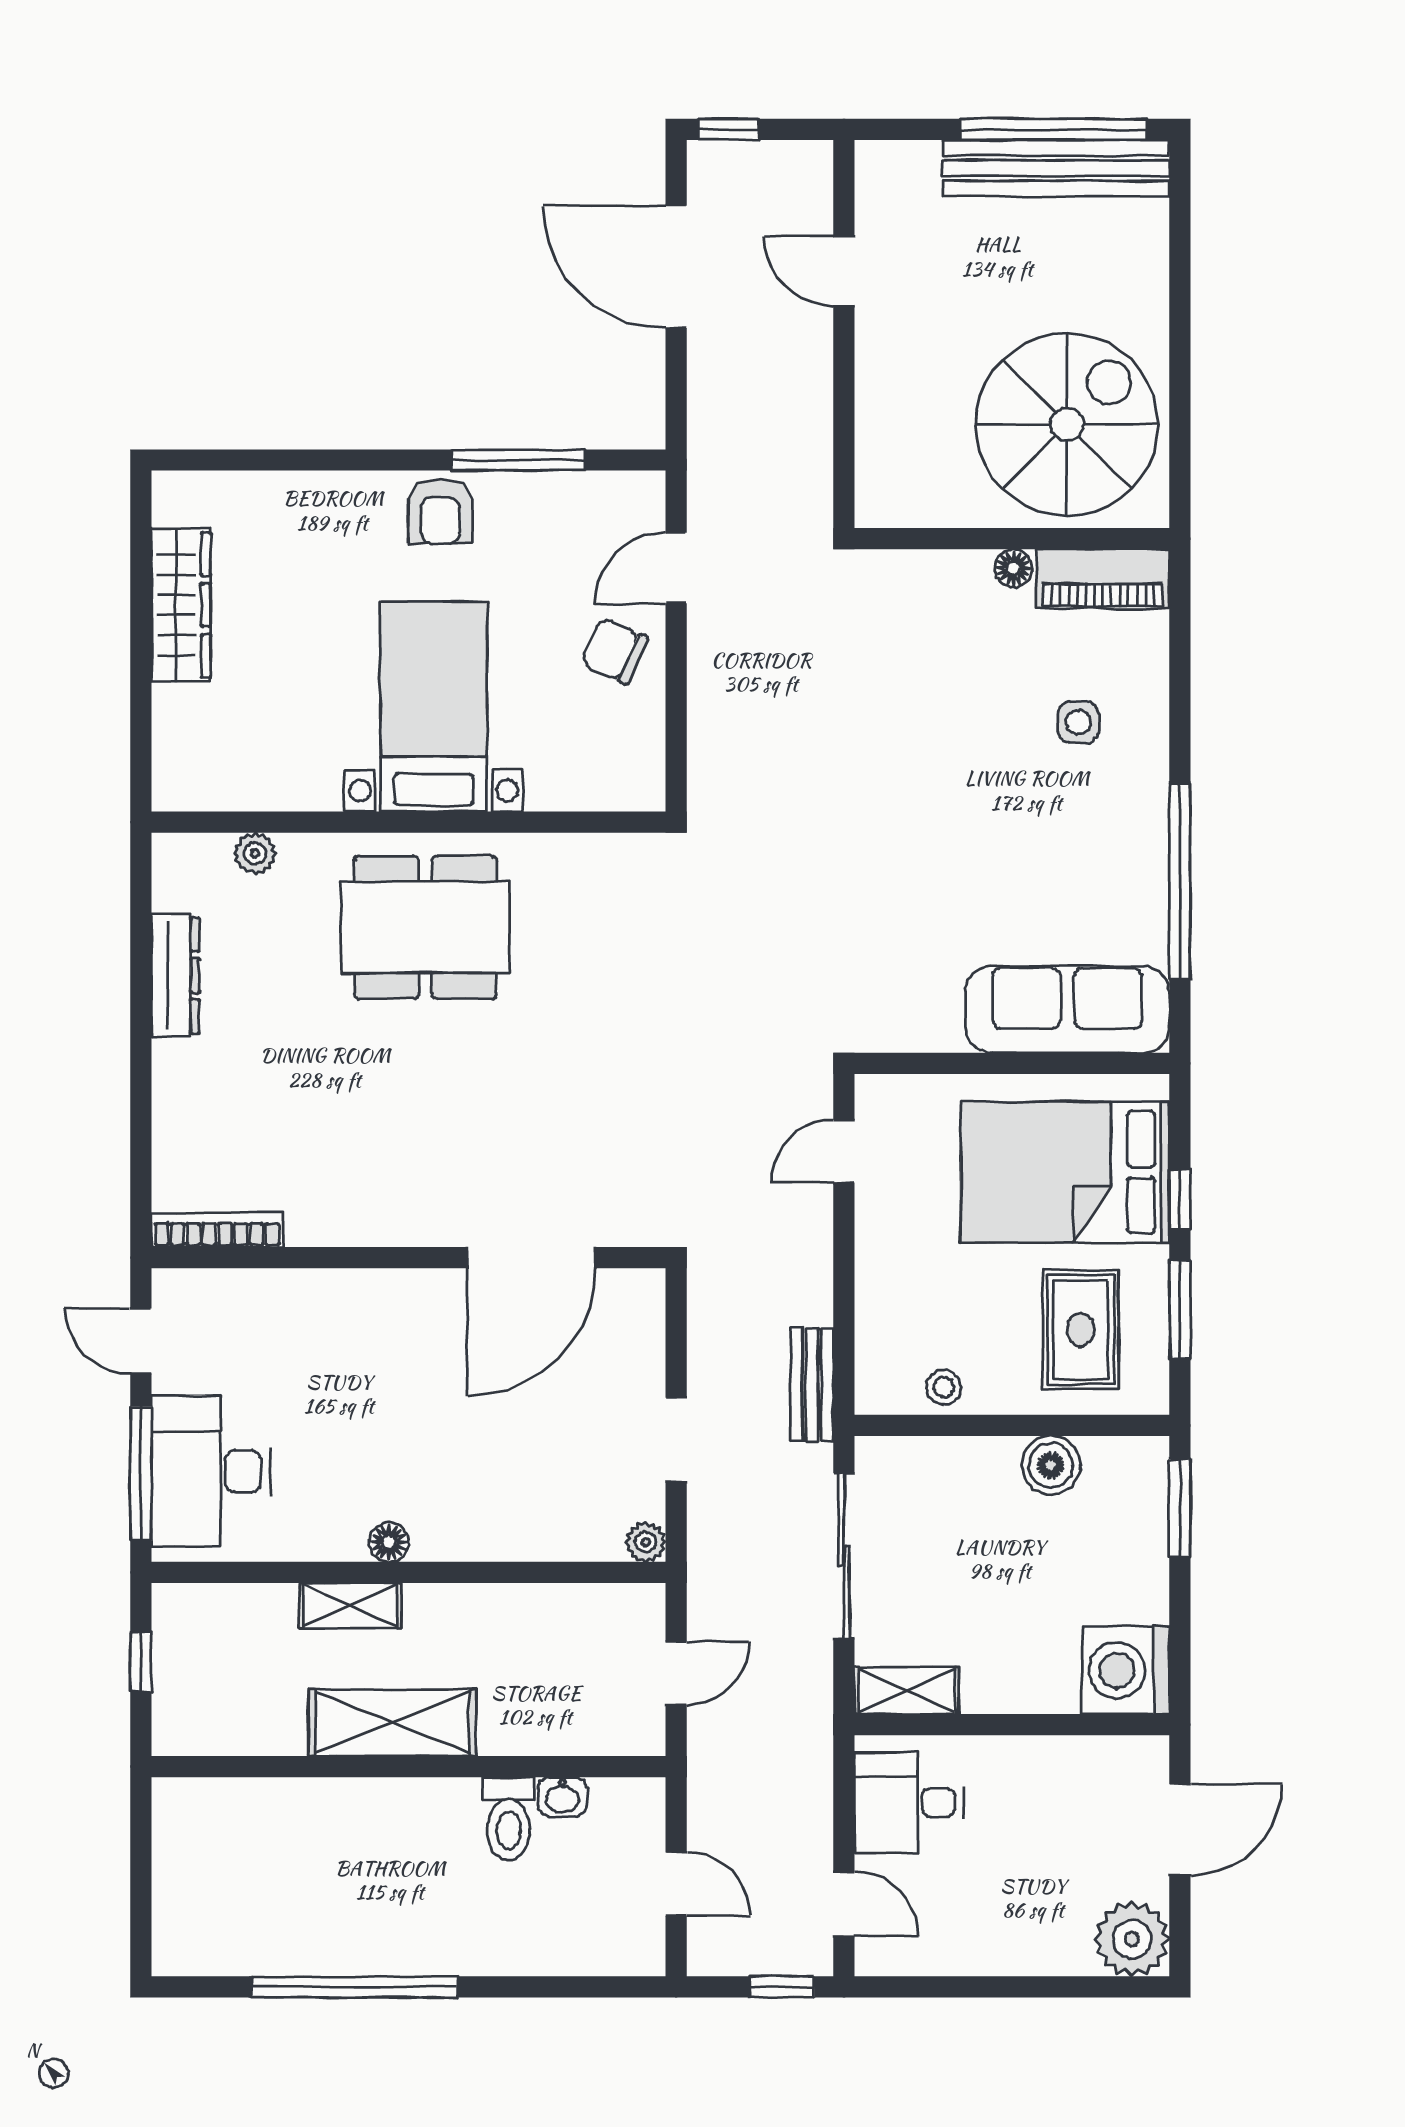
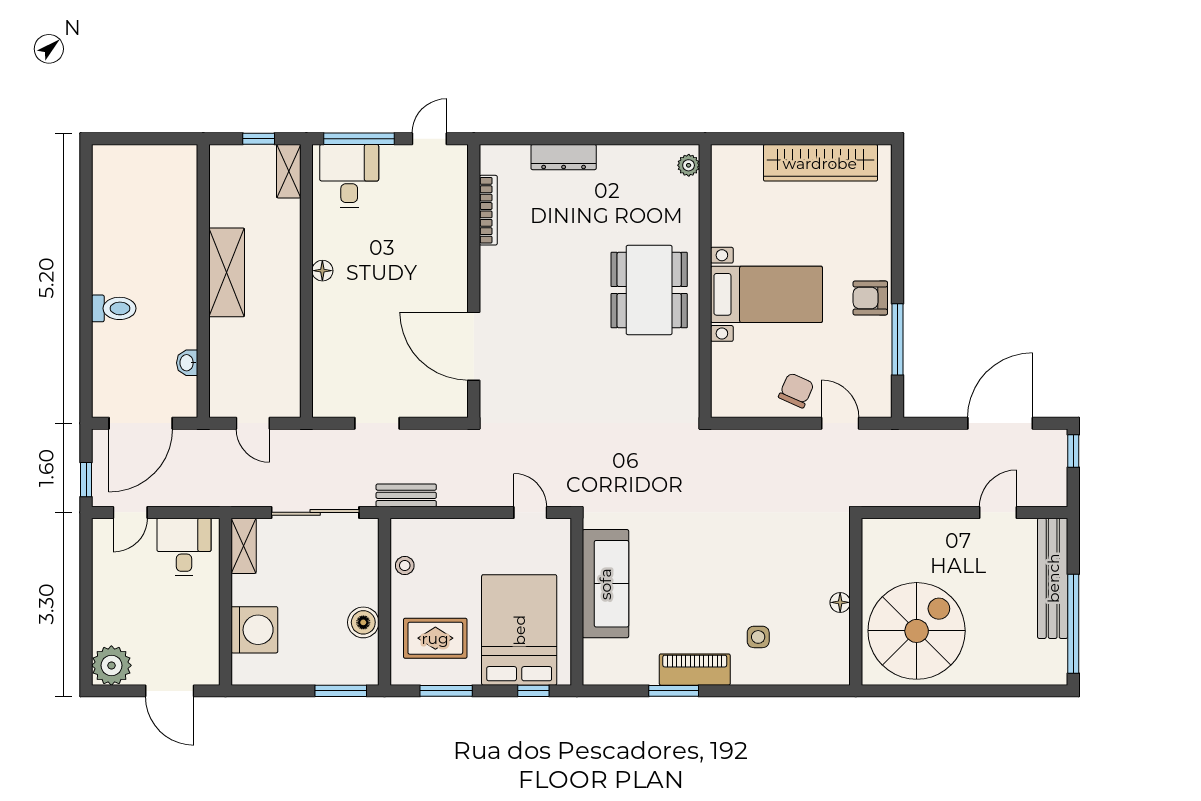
bench: (1056, 168) -> (1053, 578), moved
spiral stairs: (1067, 424) -> (917, 631), turned -90
piano: (1103, 579) -> (695, 670), moved, turned 90
wardrobe: (181, 605) -> (820, 163), width x1.40, depth x1.17
plant: (255, 853) -> (689, 165), moved
window: (1180, 881) -> (674, 691), width x0.47
dresser: (175, 975) -> (564, 157), moved
sofa: (1067, 1010) -> (605, 584), moved
window: (1180, 1199) -> (533, 691), moved
bookcase: (217, 1230) -> (488, 210), moved
desk: (211, 1471) -> (349, 176), width x0.73
plant: (646, 1542) -> (322, 407), removed
shelving: (350, 1606) -> (289, 171), moved
washing machine: (1126, 1670) -> (254, 630), moved, turned 90
toilet: (508, 1819) -> (114, 308), moved, turned 180
door: (676, 1884) -> (141, 423), width x1.88
window: (355, 1987) -> (86, 252), removed

